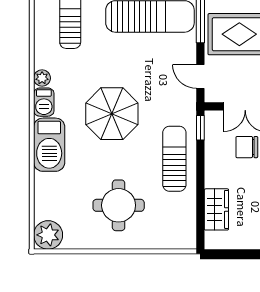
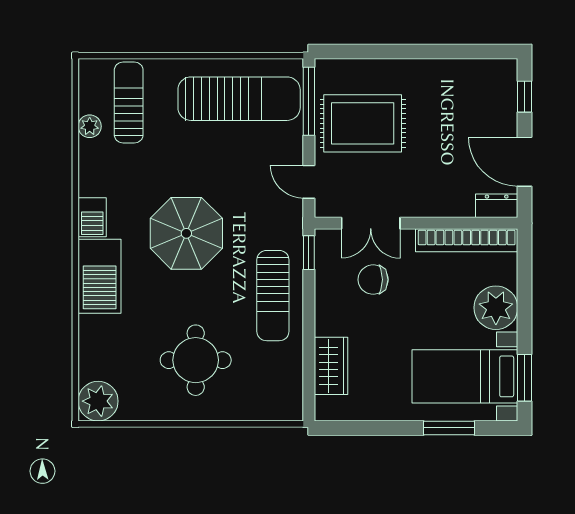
plant: (42, 78) -> (90, 126), moved
sun lounger: (174, 159) -> (273, 296), turned 180

